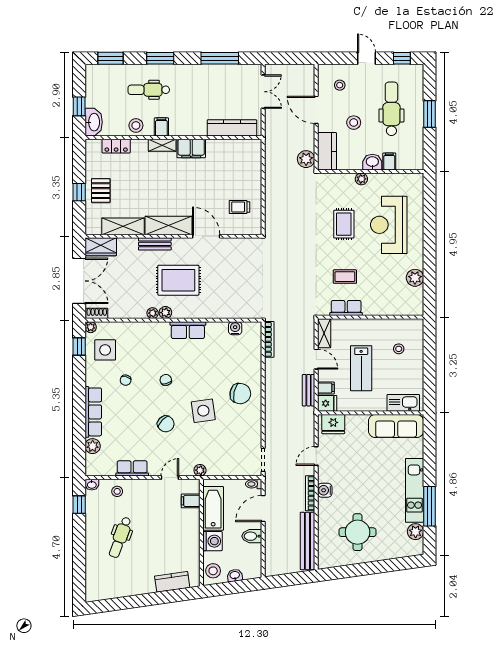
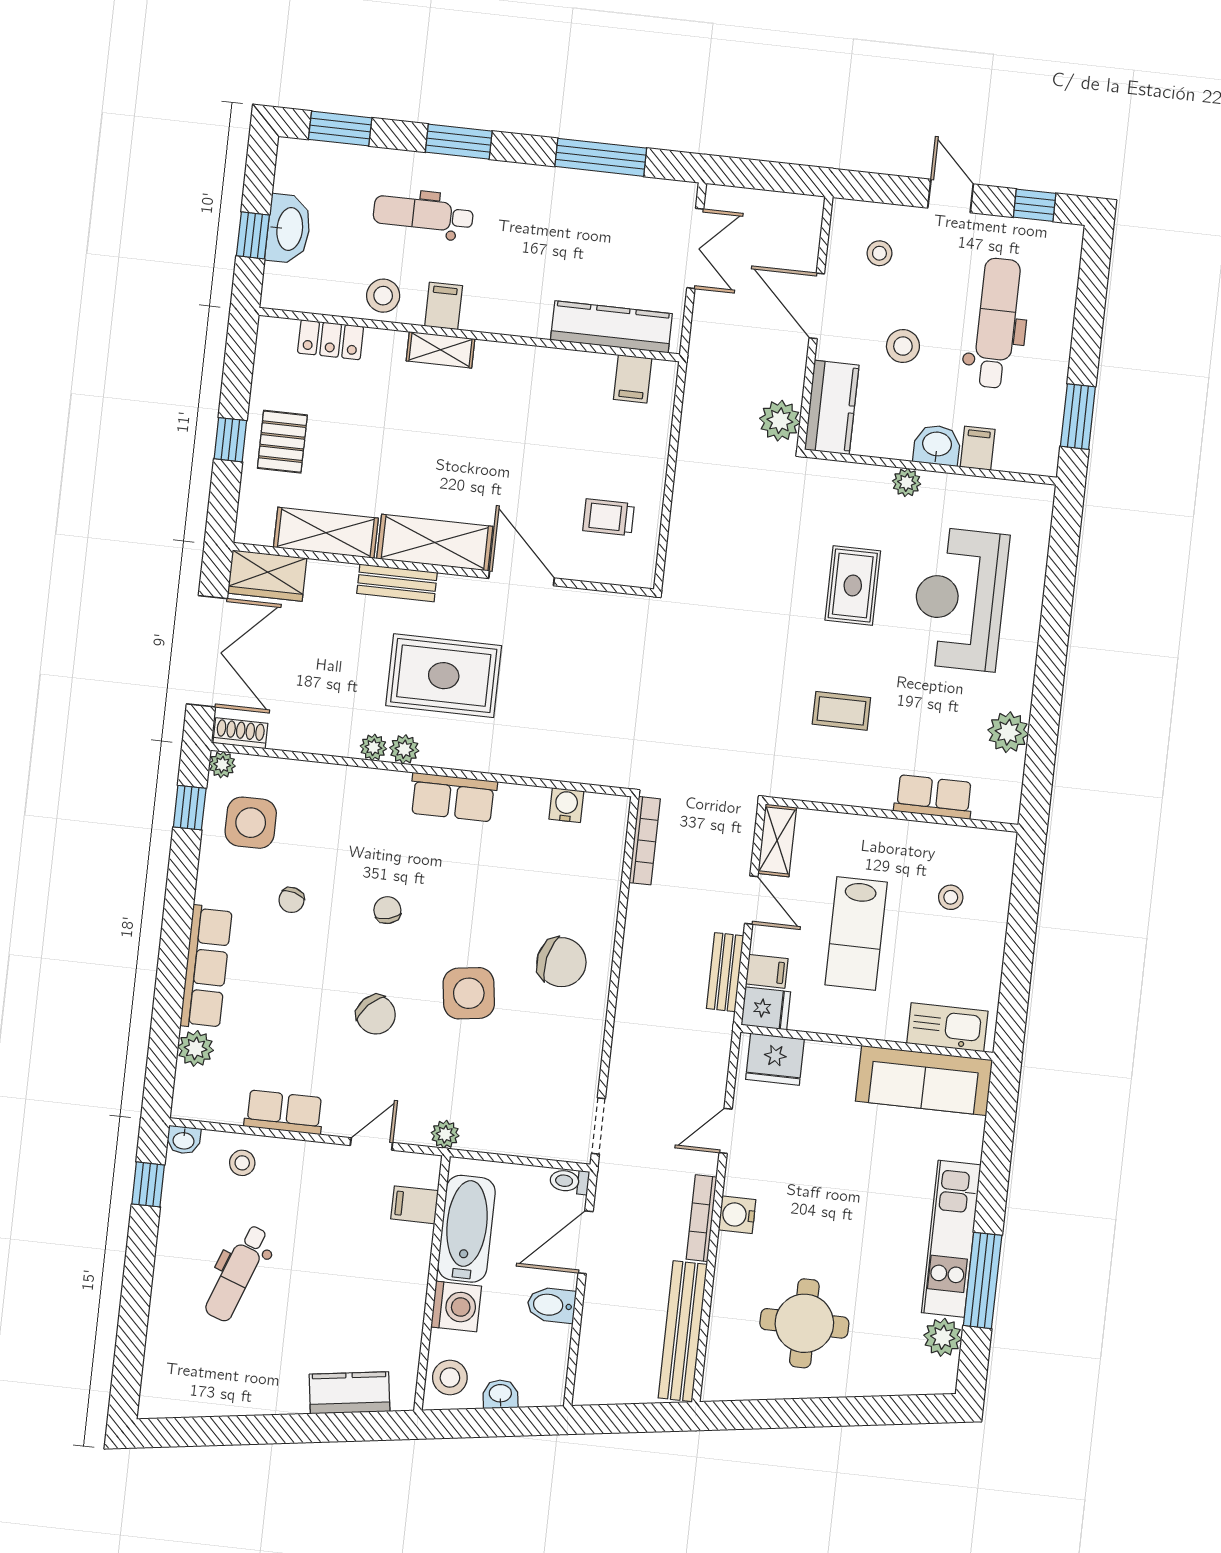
window: (429, 114) -> (1078, 417), moved
washbasin: (94, 122) -> (288, 229), moved
filing cabinet: (191, 148) -> (633, 379), moved, width x0.50
row of seats: (346, 308) -> (934, 797), moved

